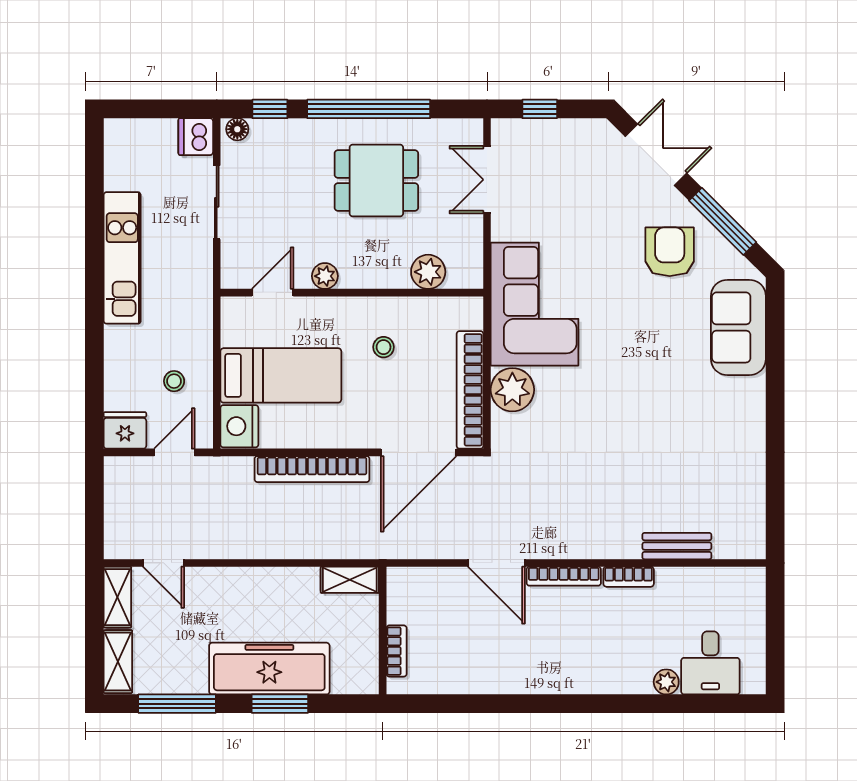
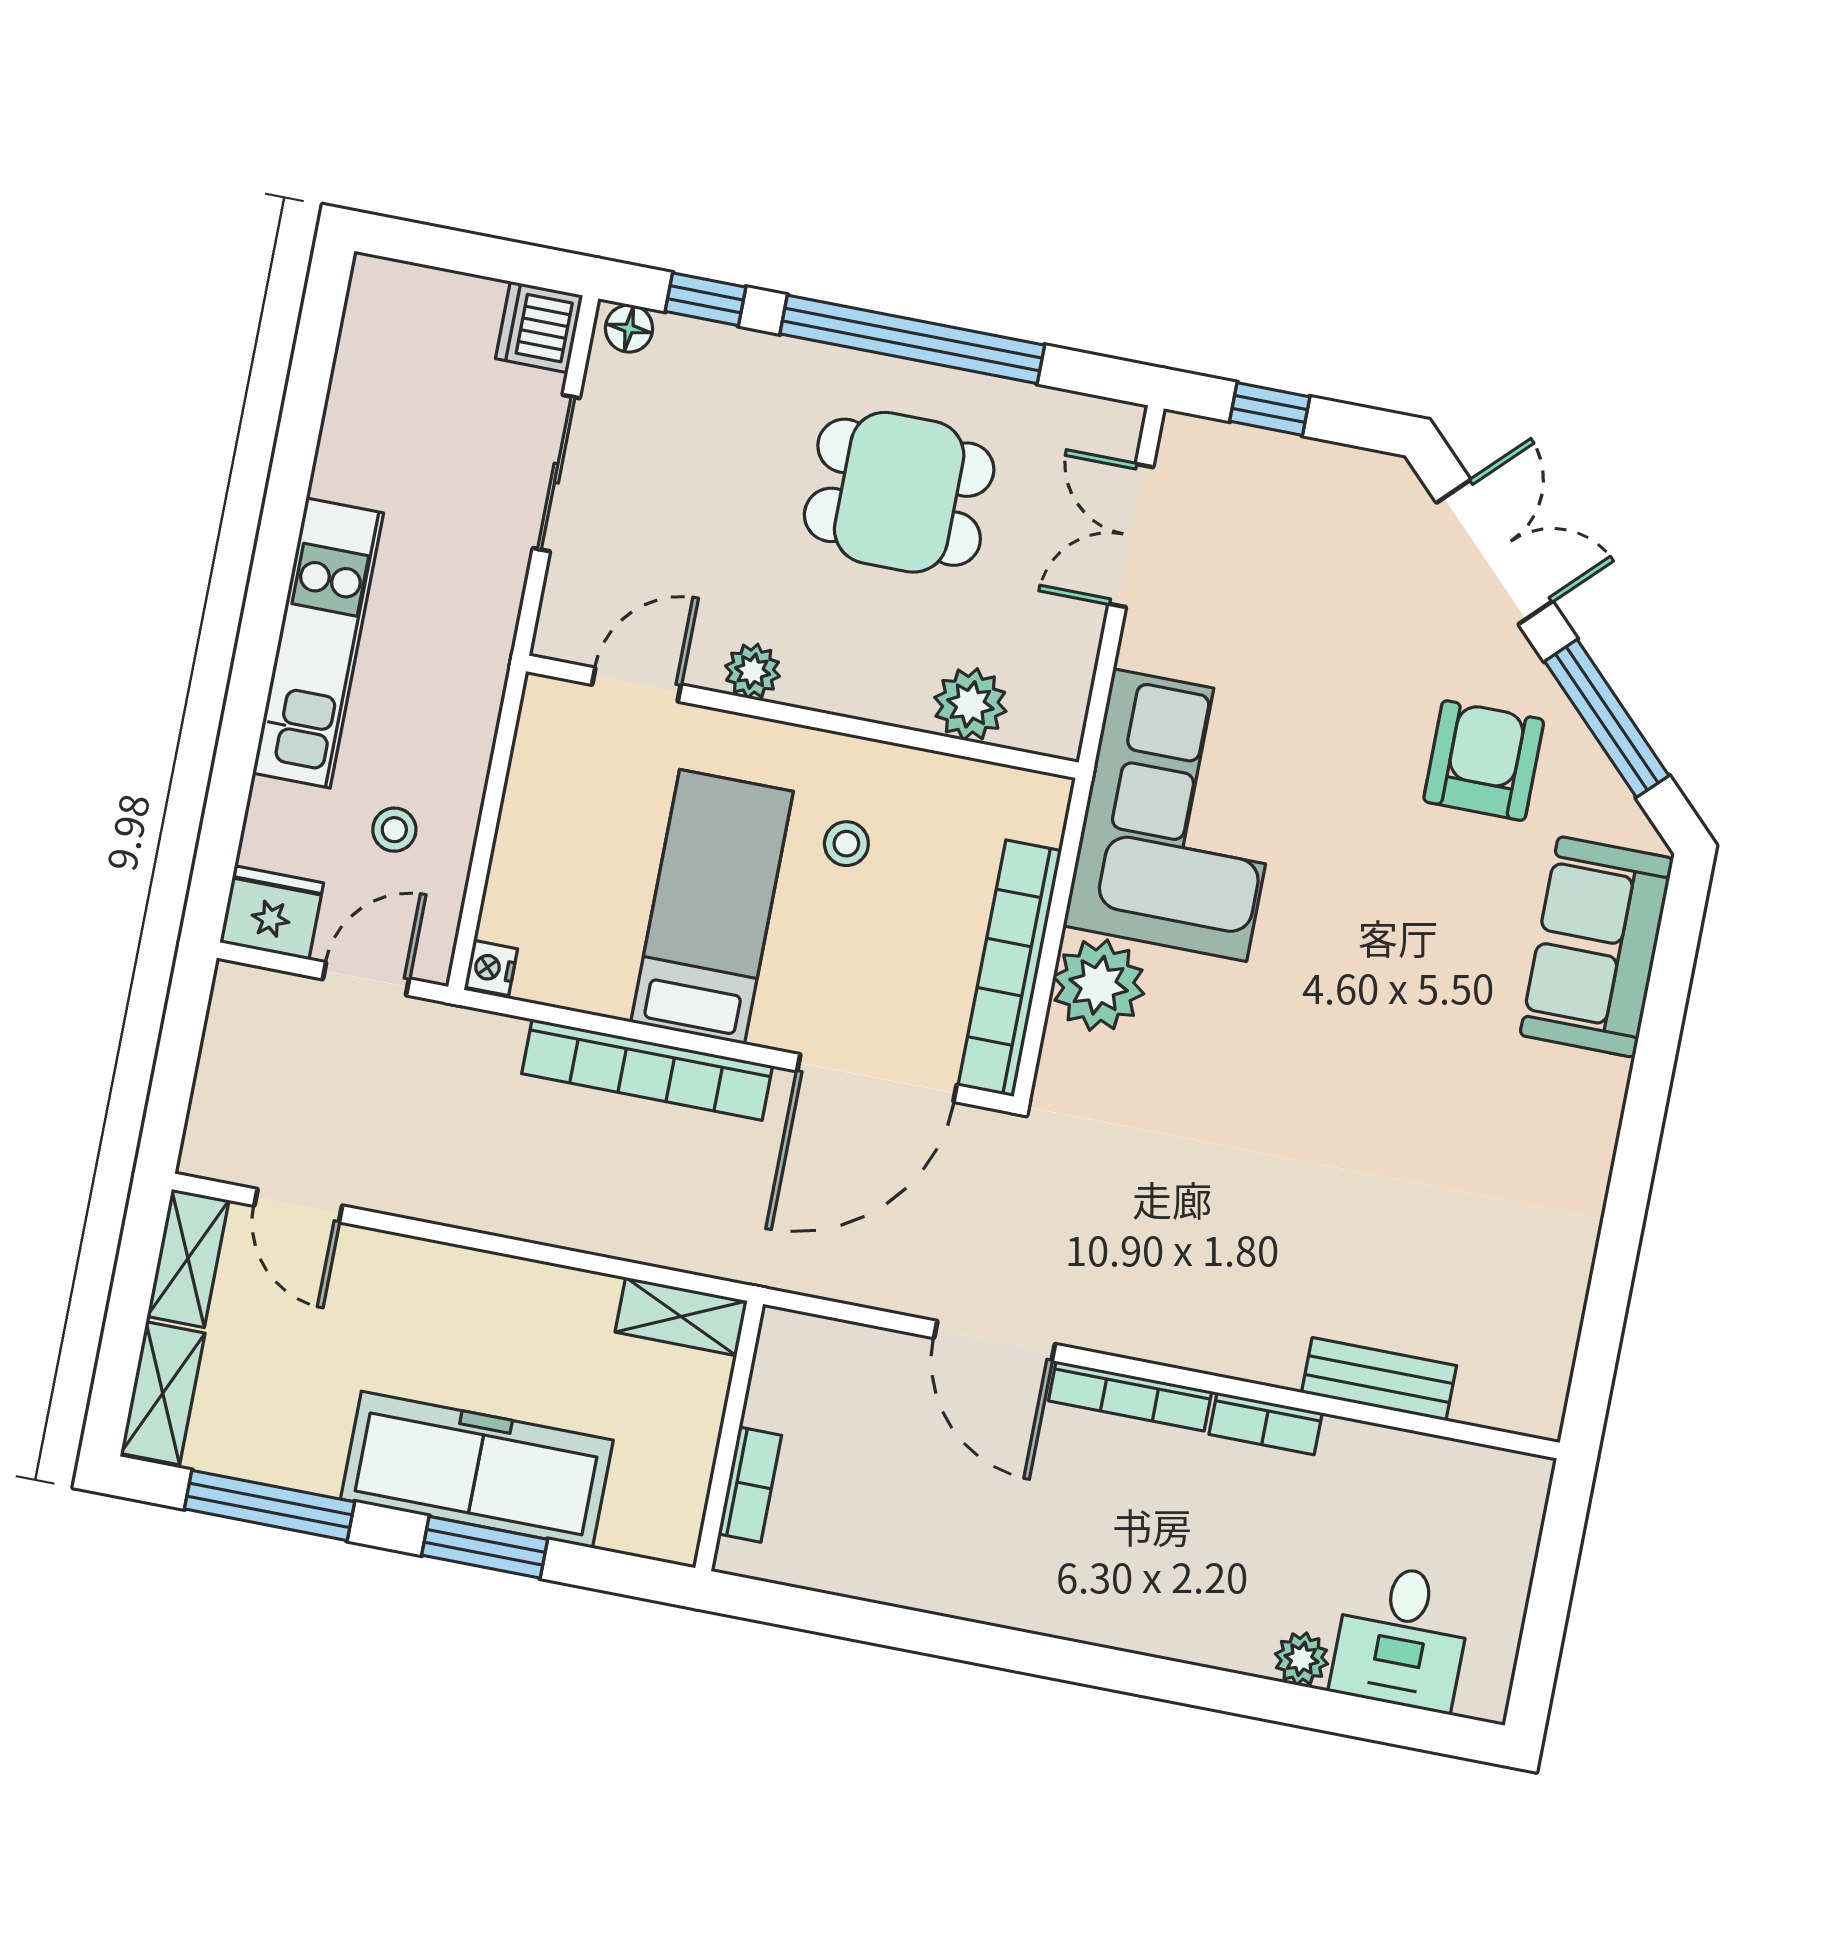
kitchen unit: (122, 258) -> (318, 643), moved
bed: (281, 375) -> (712, 907), moved, turned -90
nightstand: (239, 426) -> (491, 968), width x0.53, depth x0.56

